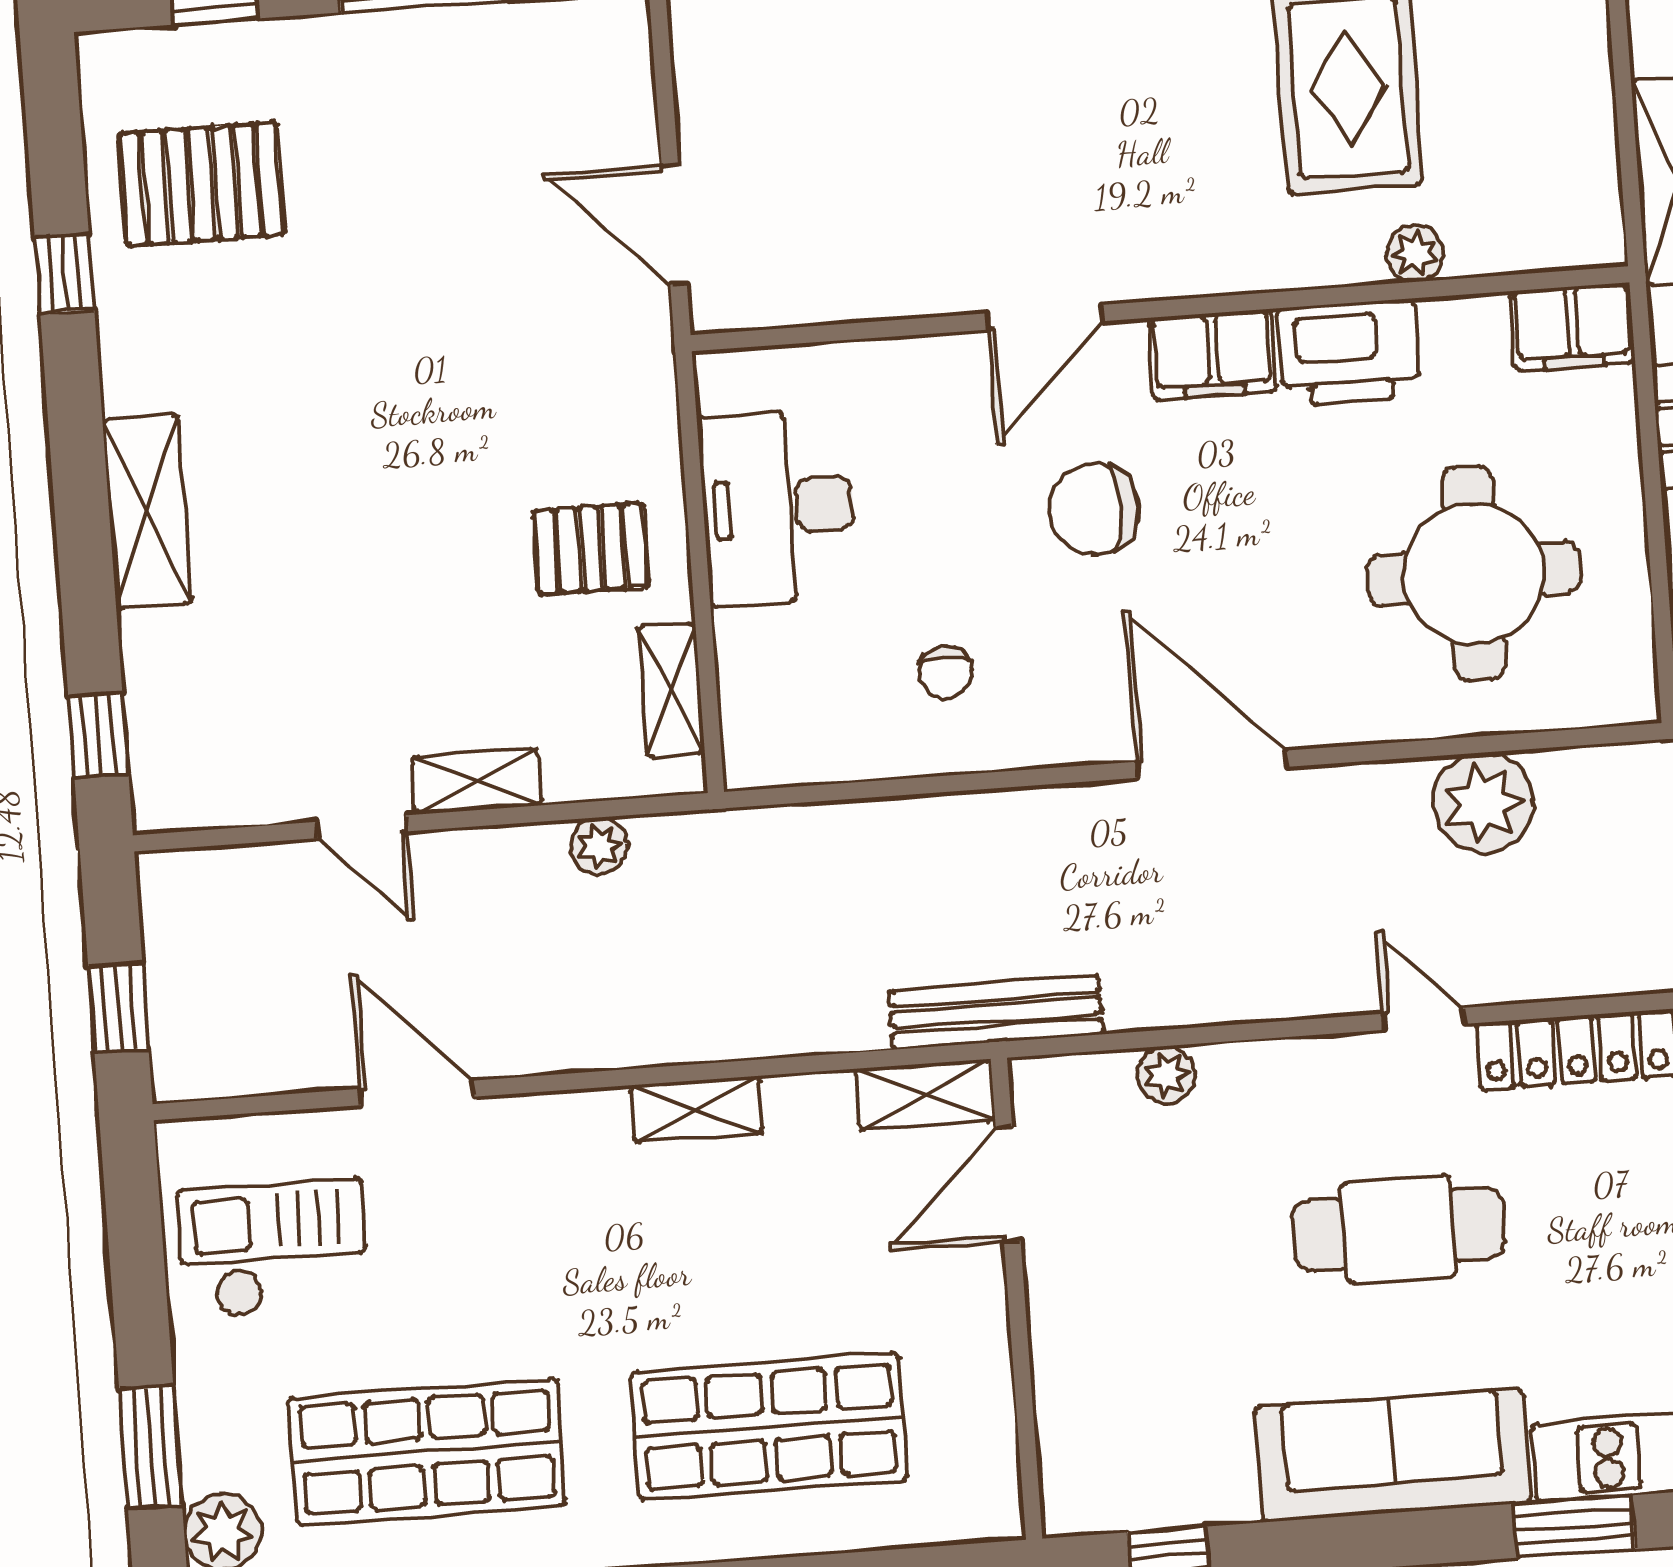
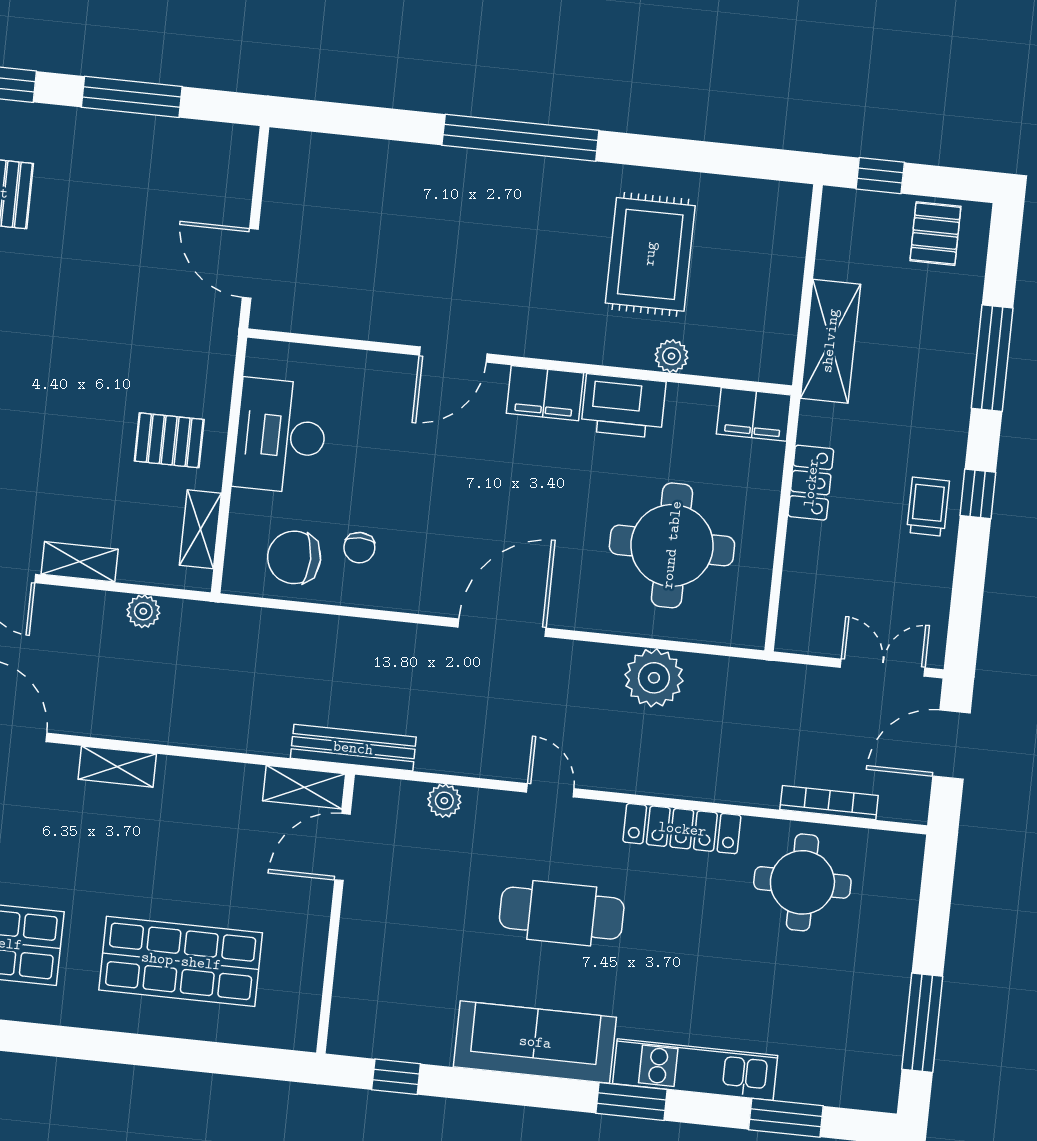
chair: (1094, 509) -> (294, 557), moved
door: (1211, 764) -> (502, 628), hinge flipped
door: (1423, 1019) -> (550, 790), moved
shelving: (696, 1110) -> (117, 767), moved

